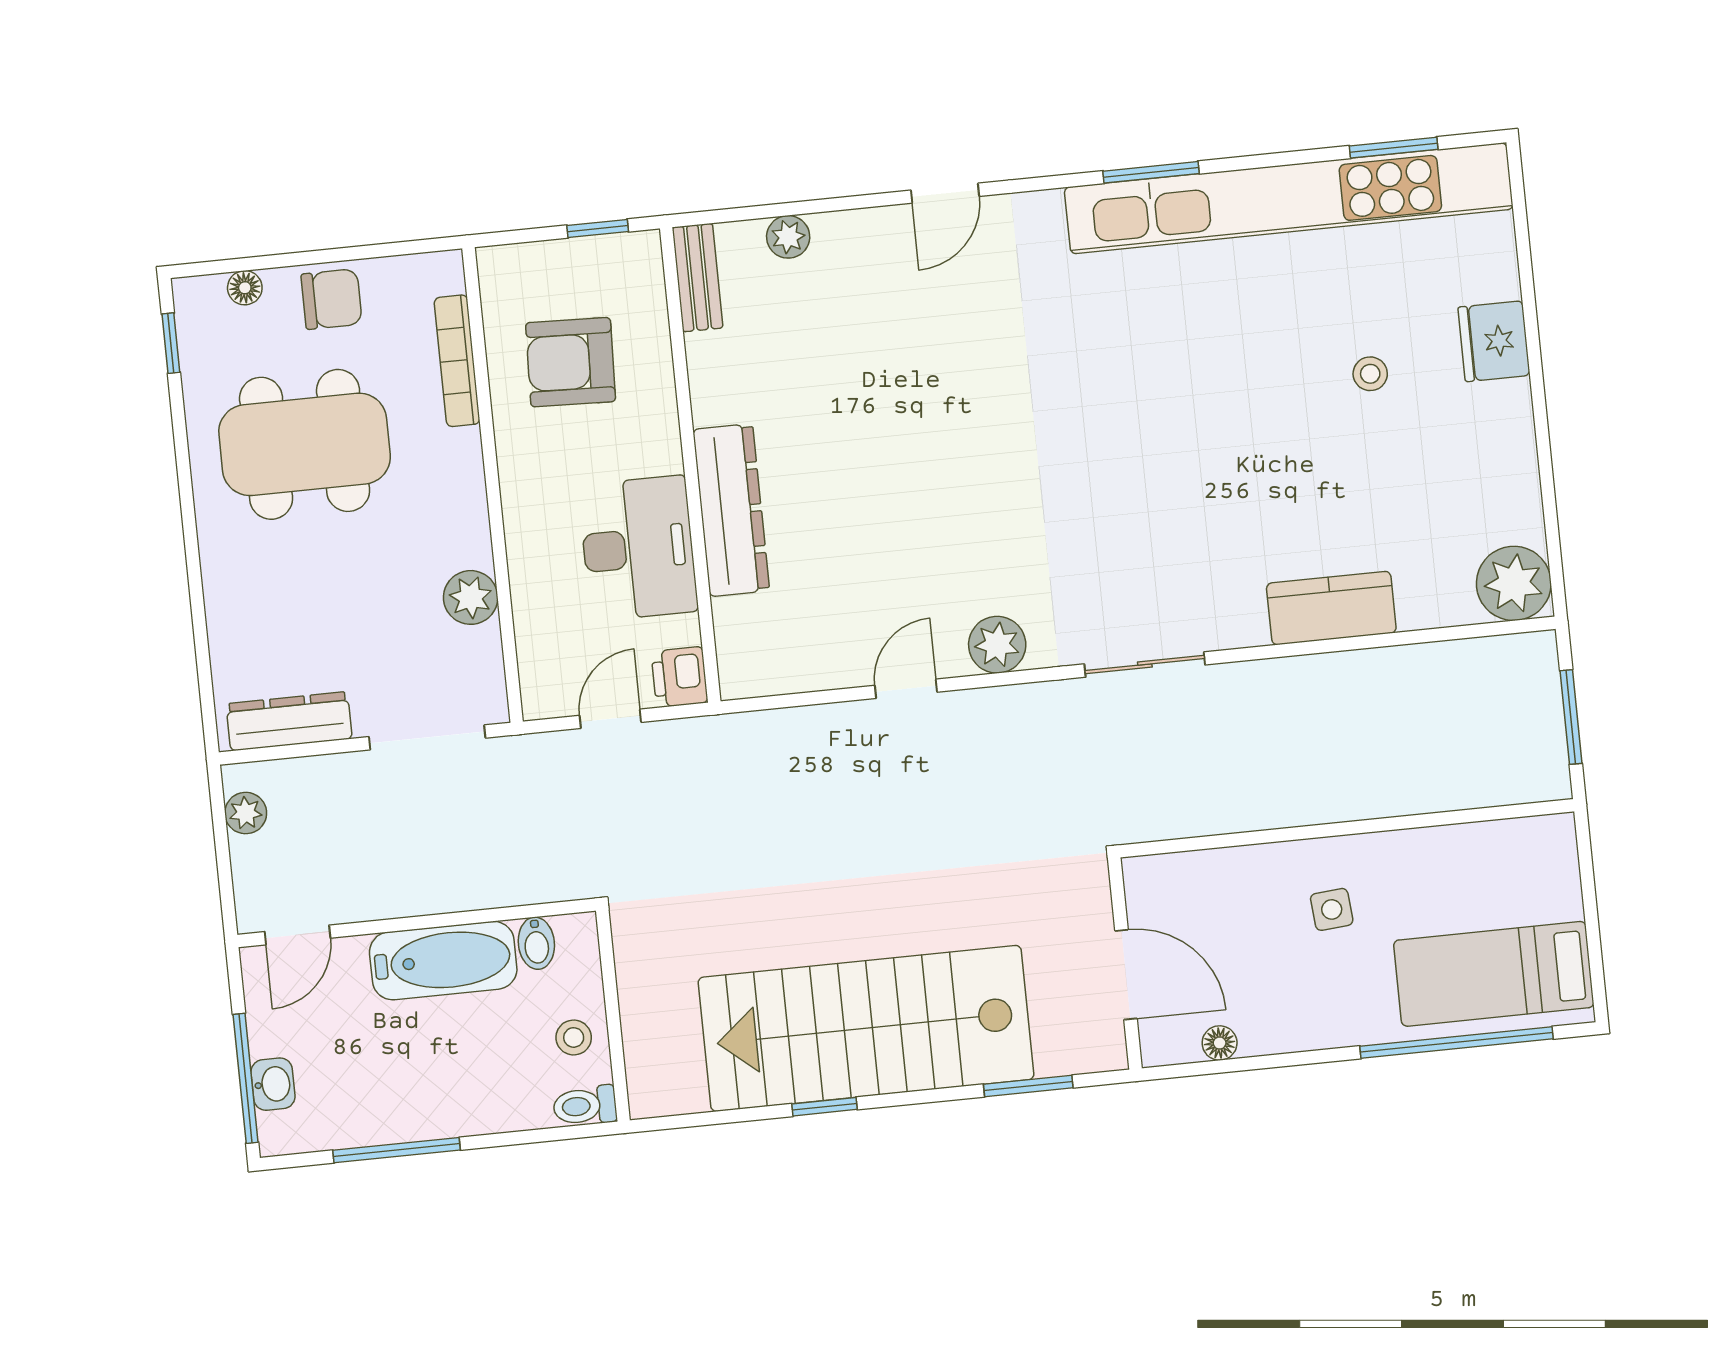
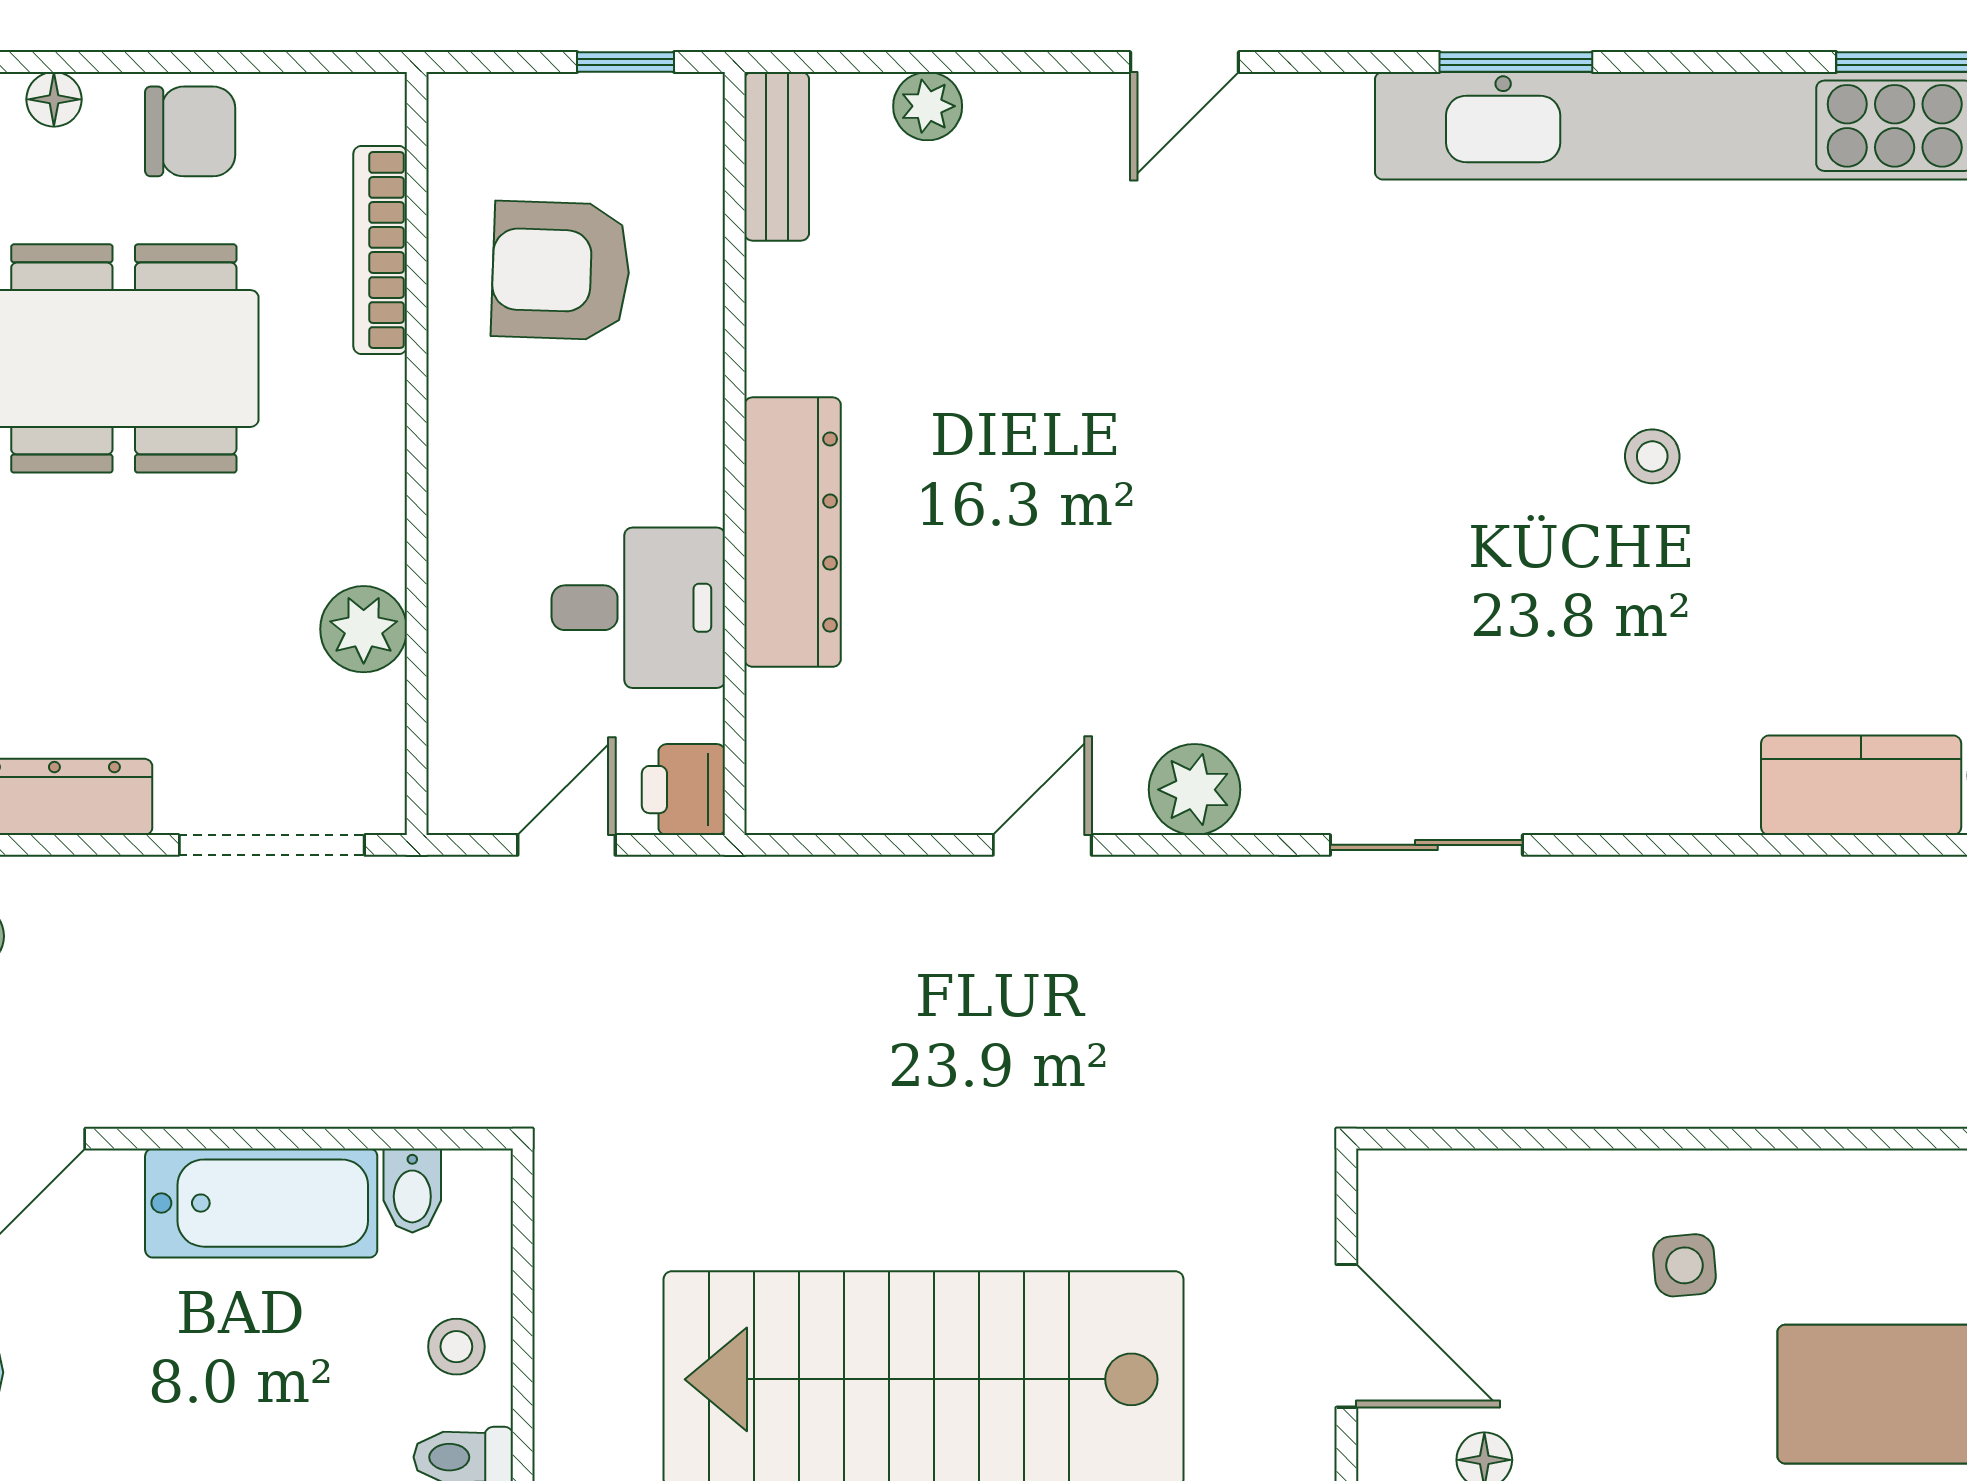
stool: (1370, 374) -> (1652, 456), moved
desk: (638, 548) -> (638, 608), width x0.73
kitchen counter: (1331, 608) -> (1861, 785), moved

